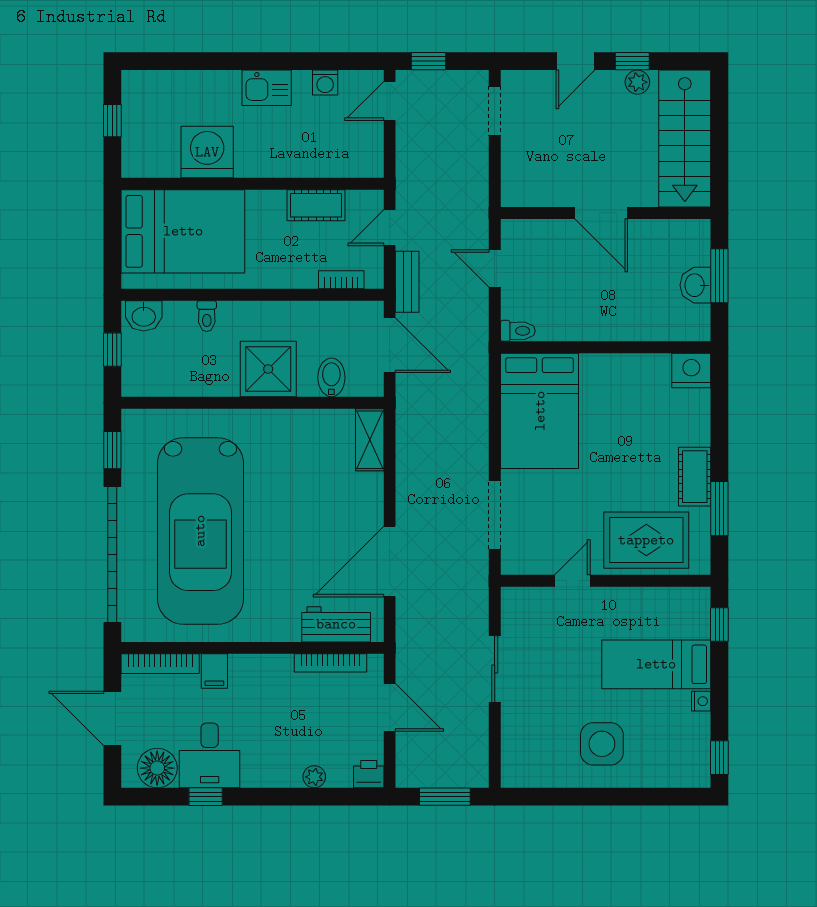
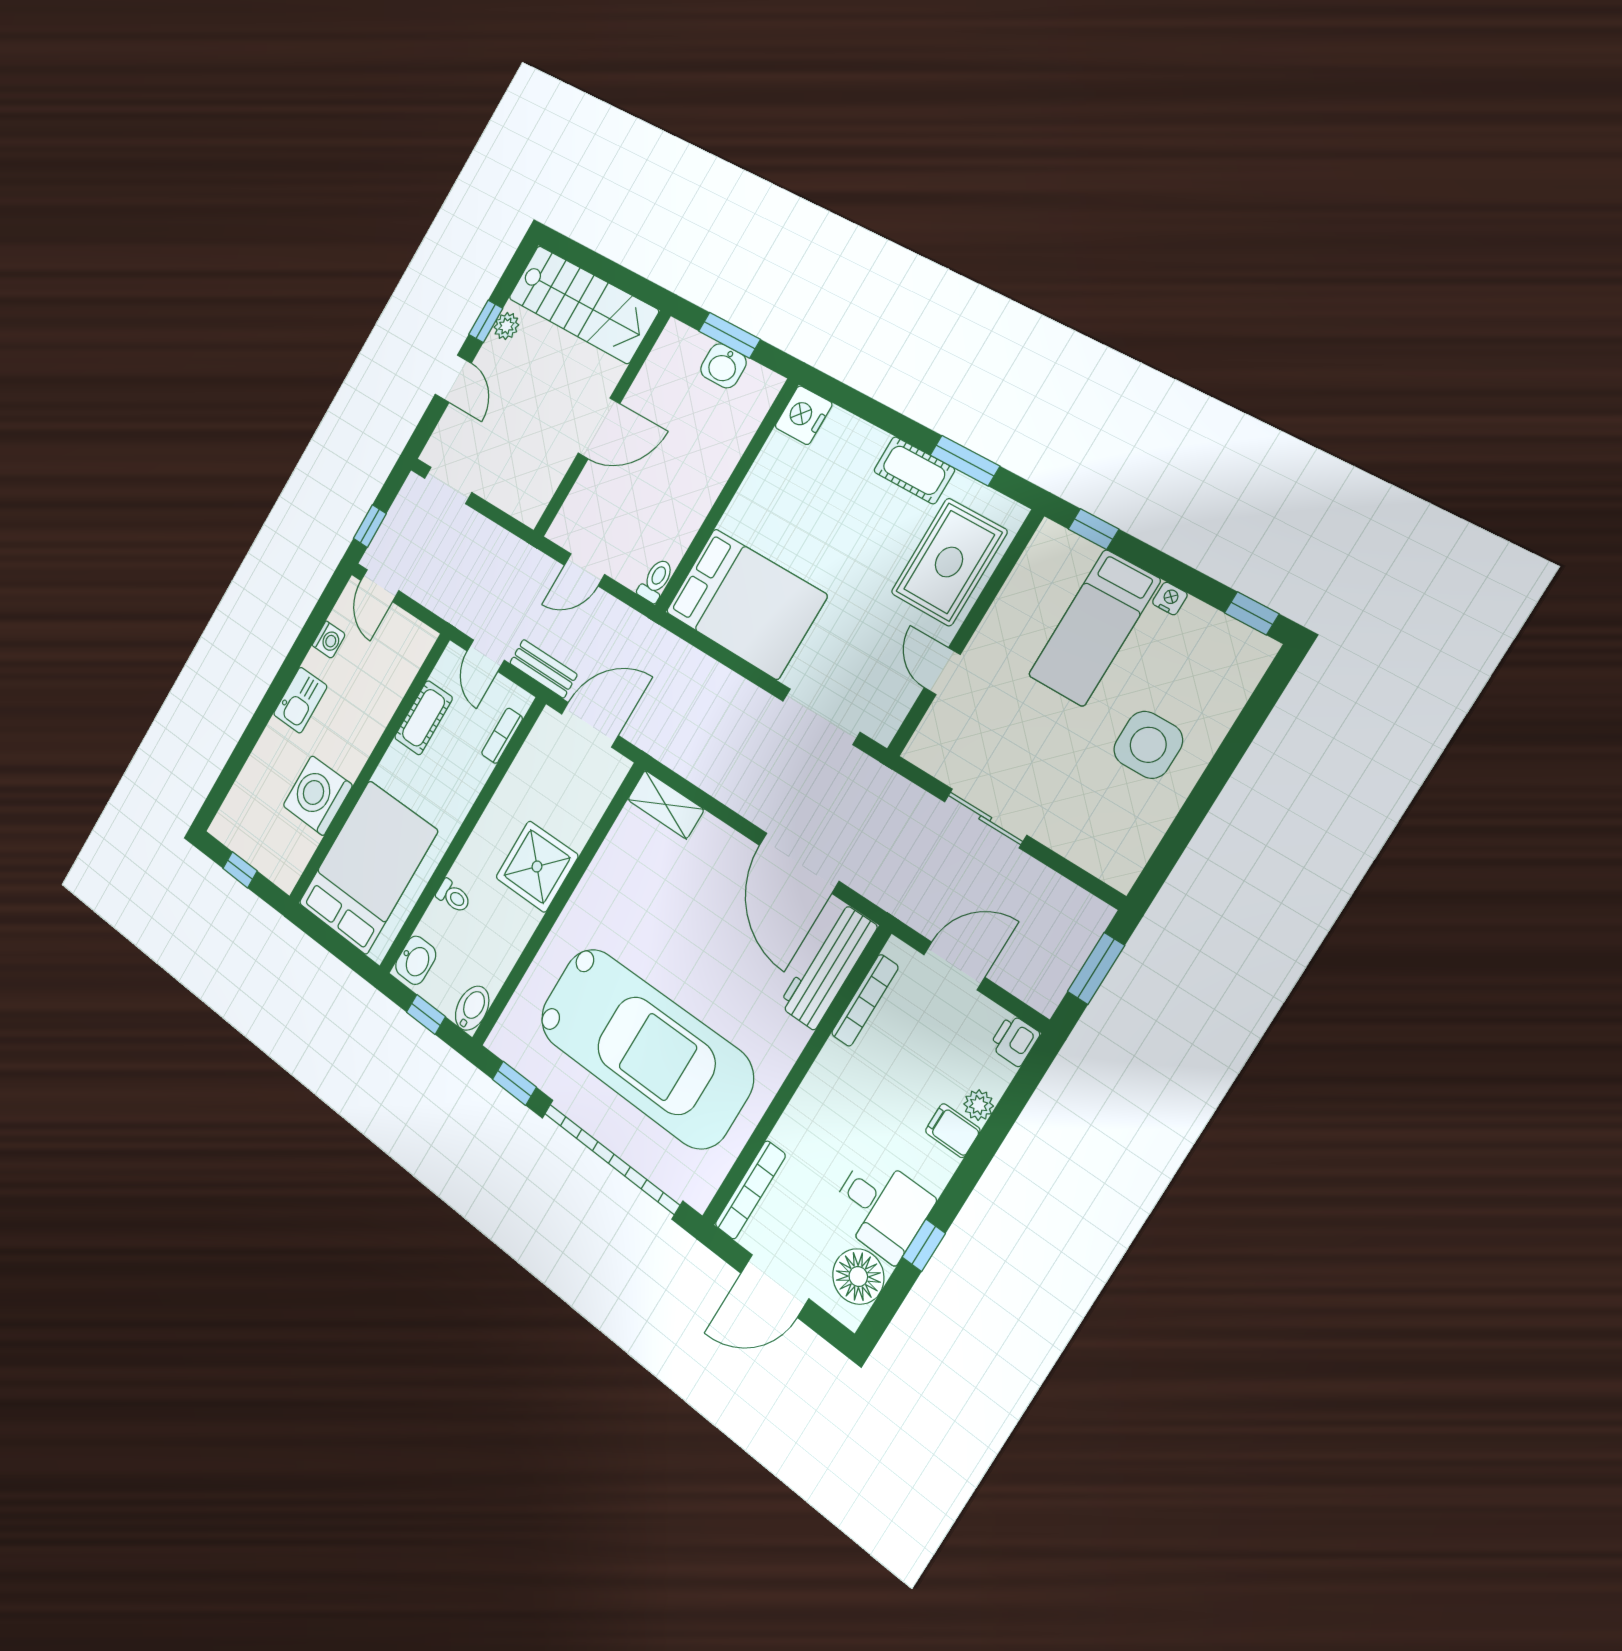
bidet: (331, 377) -> (472, 1008), moved, turned 90
workbench: (336, 624) -> (828, 966), width x1.38
filing cabinet: (214, 671) -> (953, 1131), moved, turned 180

